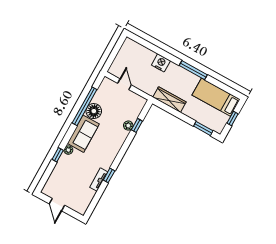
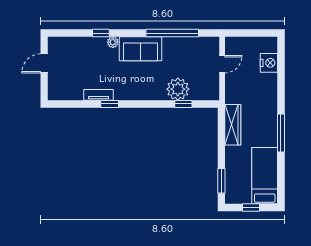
nightstand: (161, 63) -> (269, 63), moved
floor lamp: (94, 111) -> (173, 46), removed
plant: (128, 126) -> (178, 89), width x1.87, depth x1.87

